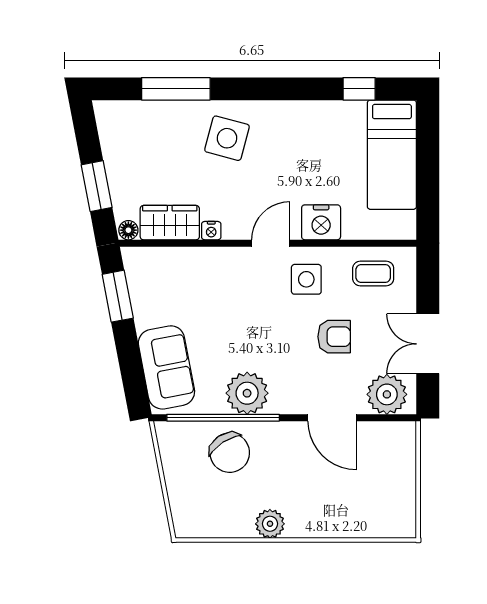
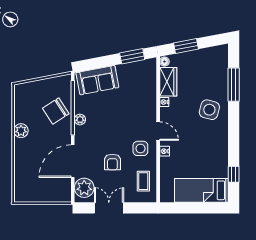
nightstand: (321, 222) -> (165, 151), width x0.53, depth x0.56
plant: (247, 393) -> (80, 119), width x0.53, depth x0.53
door: (332, 418) -> (73, 161), width x1.36

